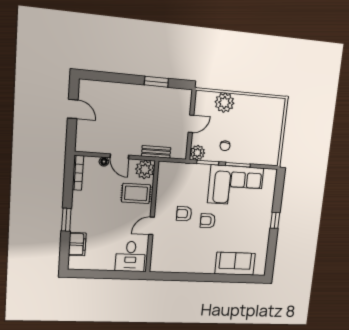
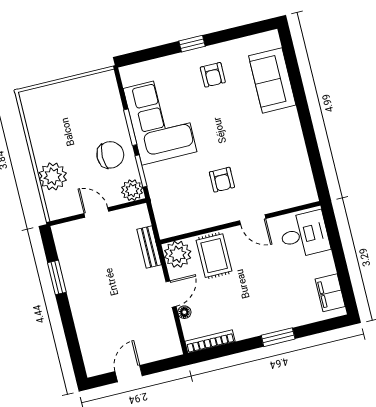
chair: (225, 146) -> (110, 155), width x1.87, depth x1.87
armchair: (208, 221) -> (213, 75), moved
filing cabinet: (77, 244) -> (330, 293), moved, turned -90

